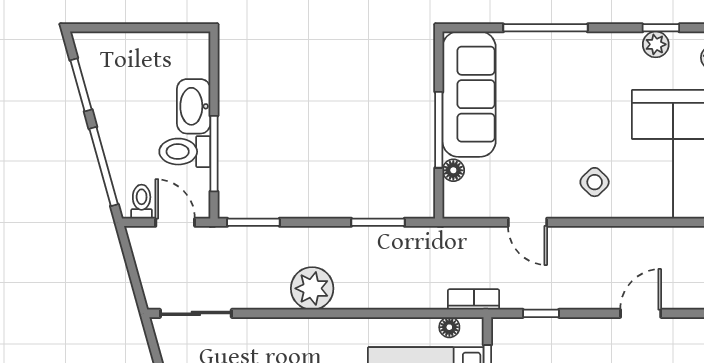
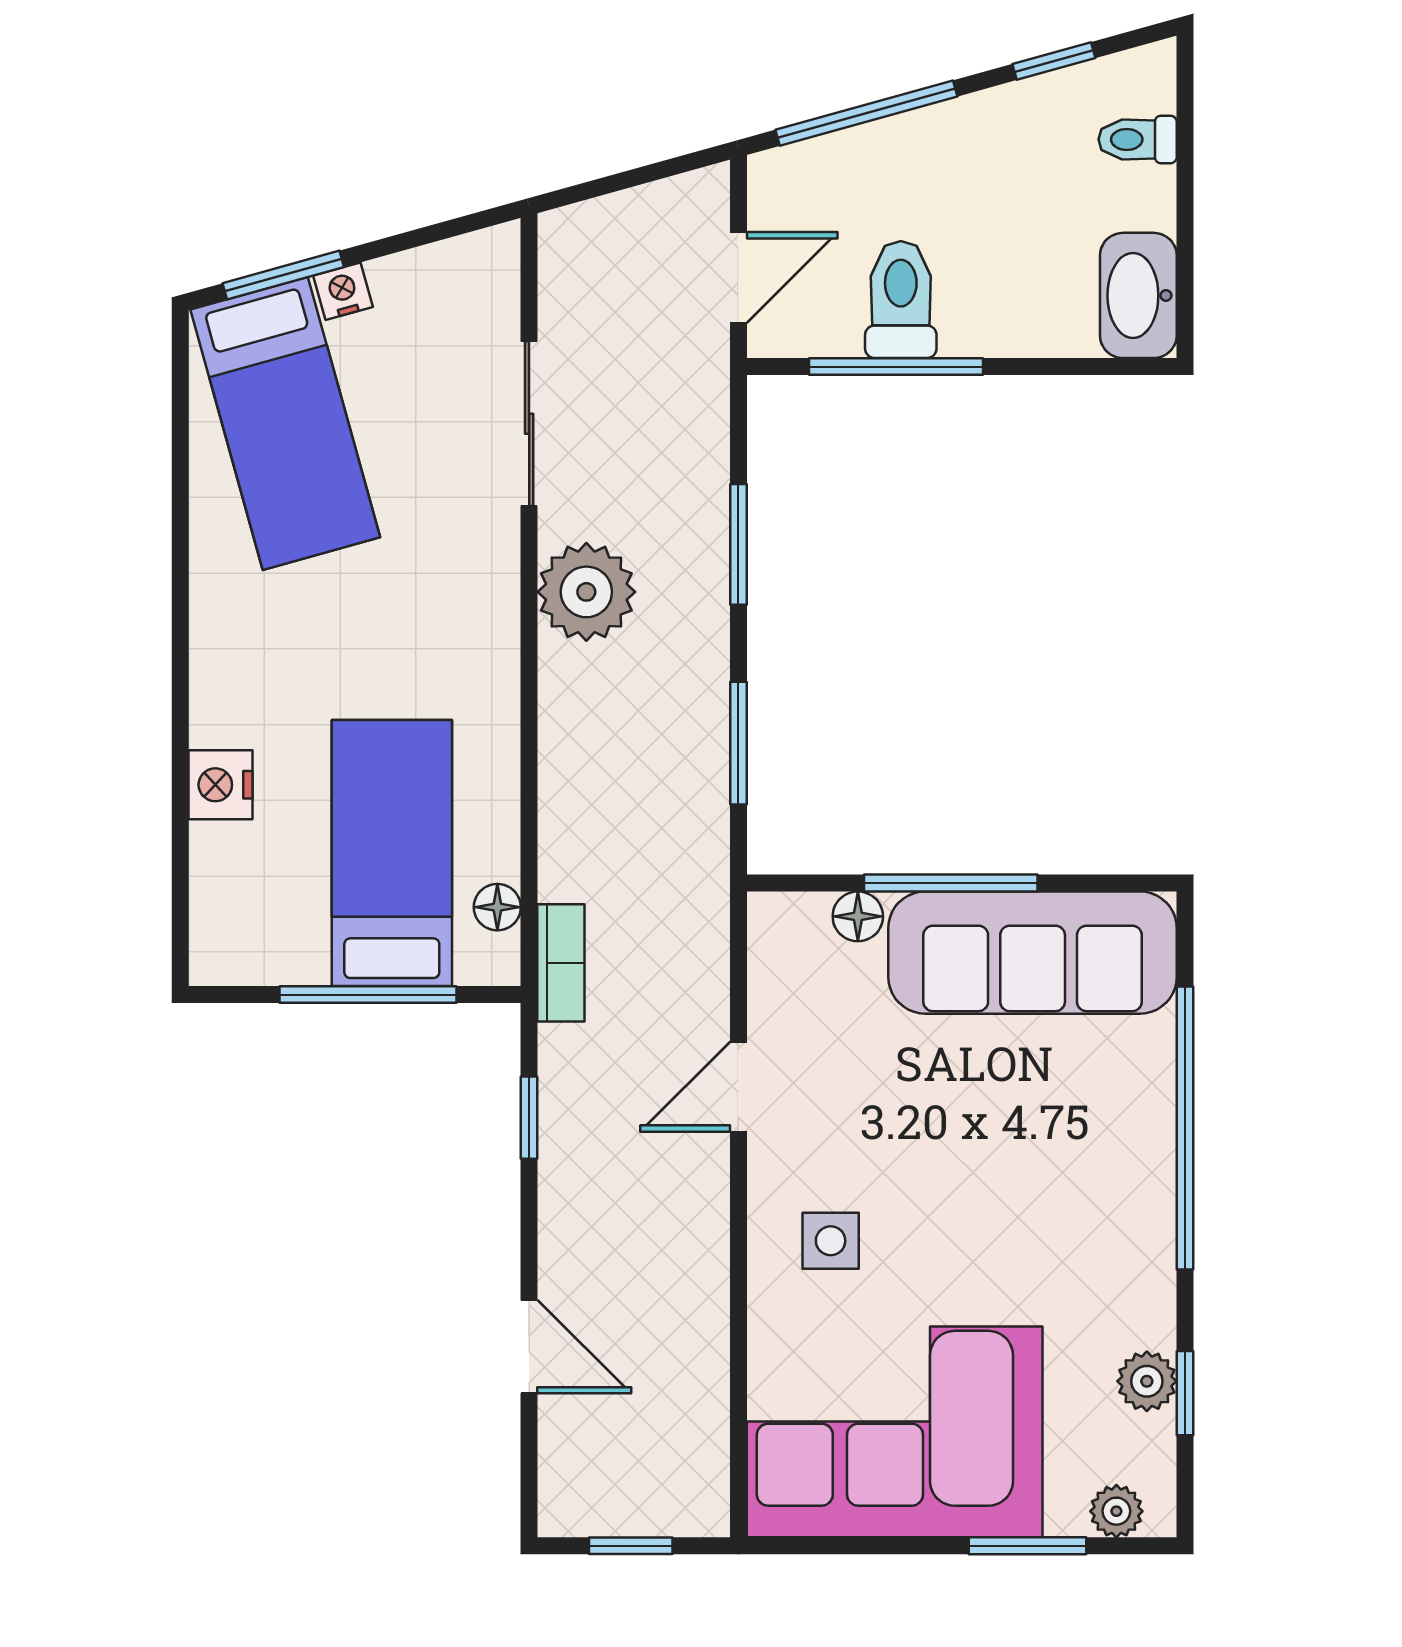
window: (545, 28) -> (1185, 1128), width x1.46
window: (81, 85) -> (1054, 61), width x0.67
washbasin: (194, 106) -> (1138, 295), moved, turned -90
side table: (595, 182) -> (831, 1241), turned 45
toilet: (142, 202) -> (1138, 139), moved, turned 180
window: (253, 222) -> (738, 544), moved
sliding door: (196, 313) -> (529, 424), moved

